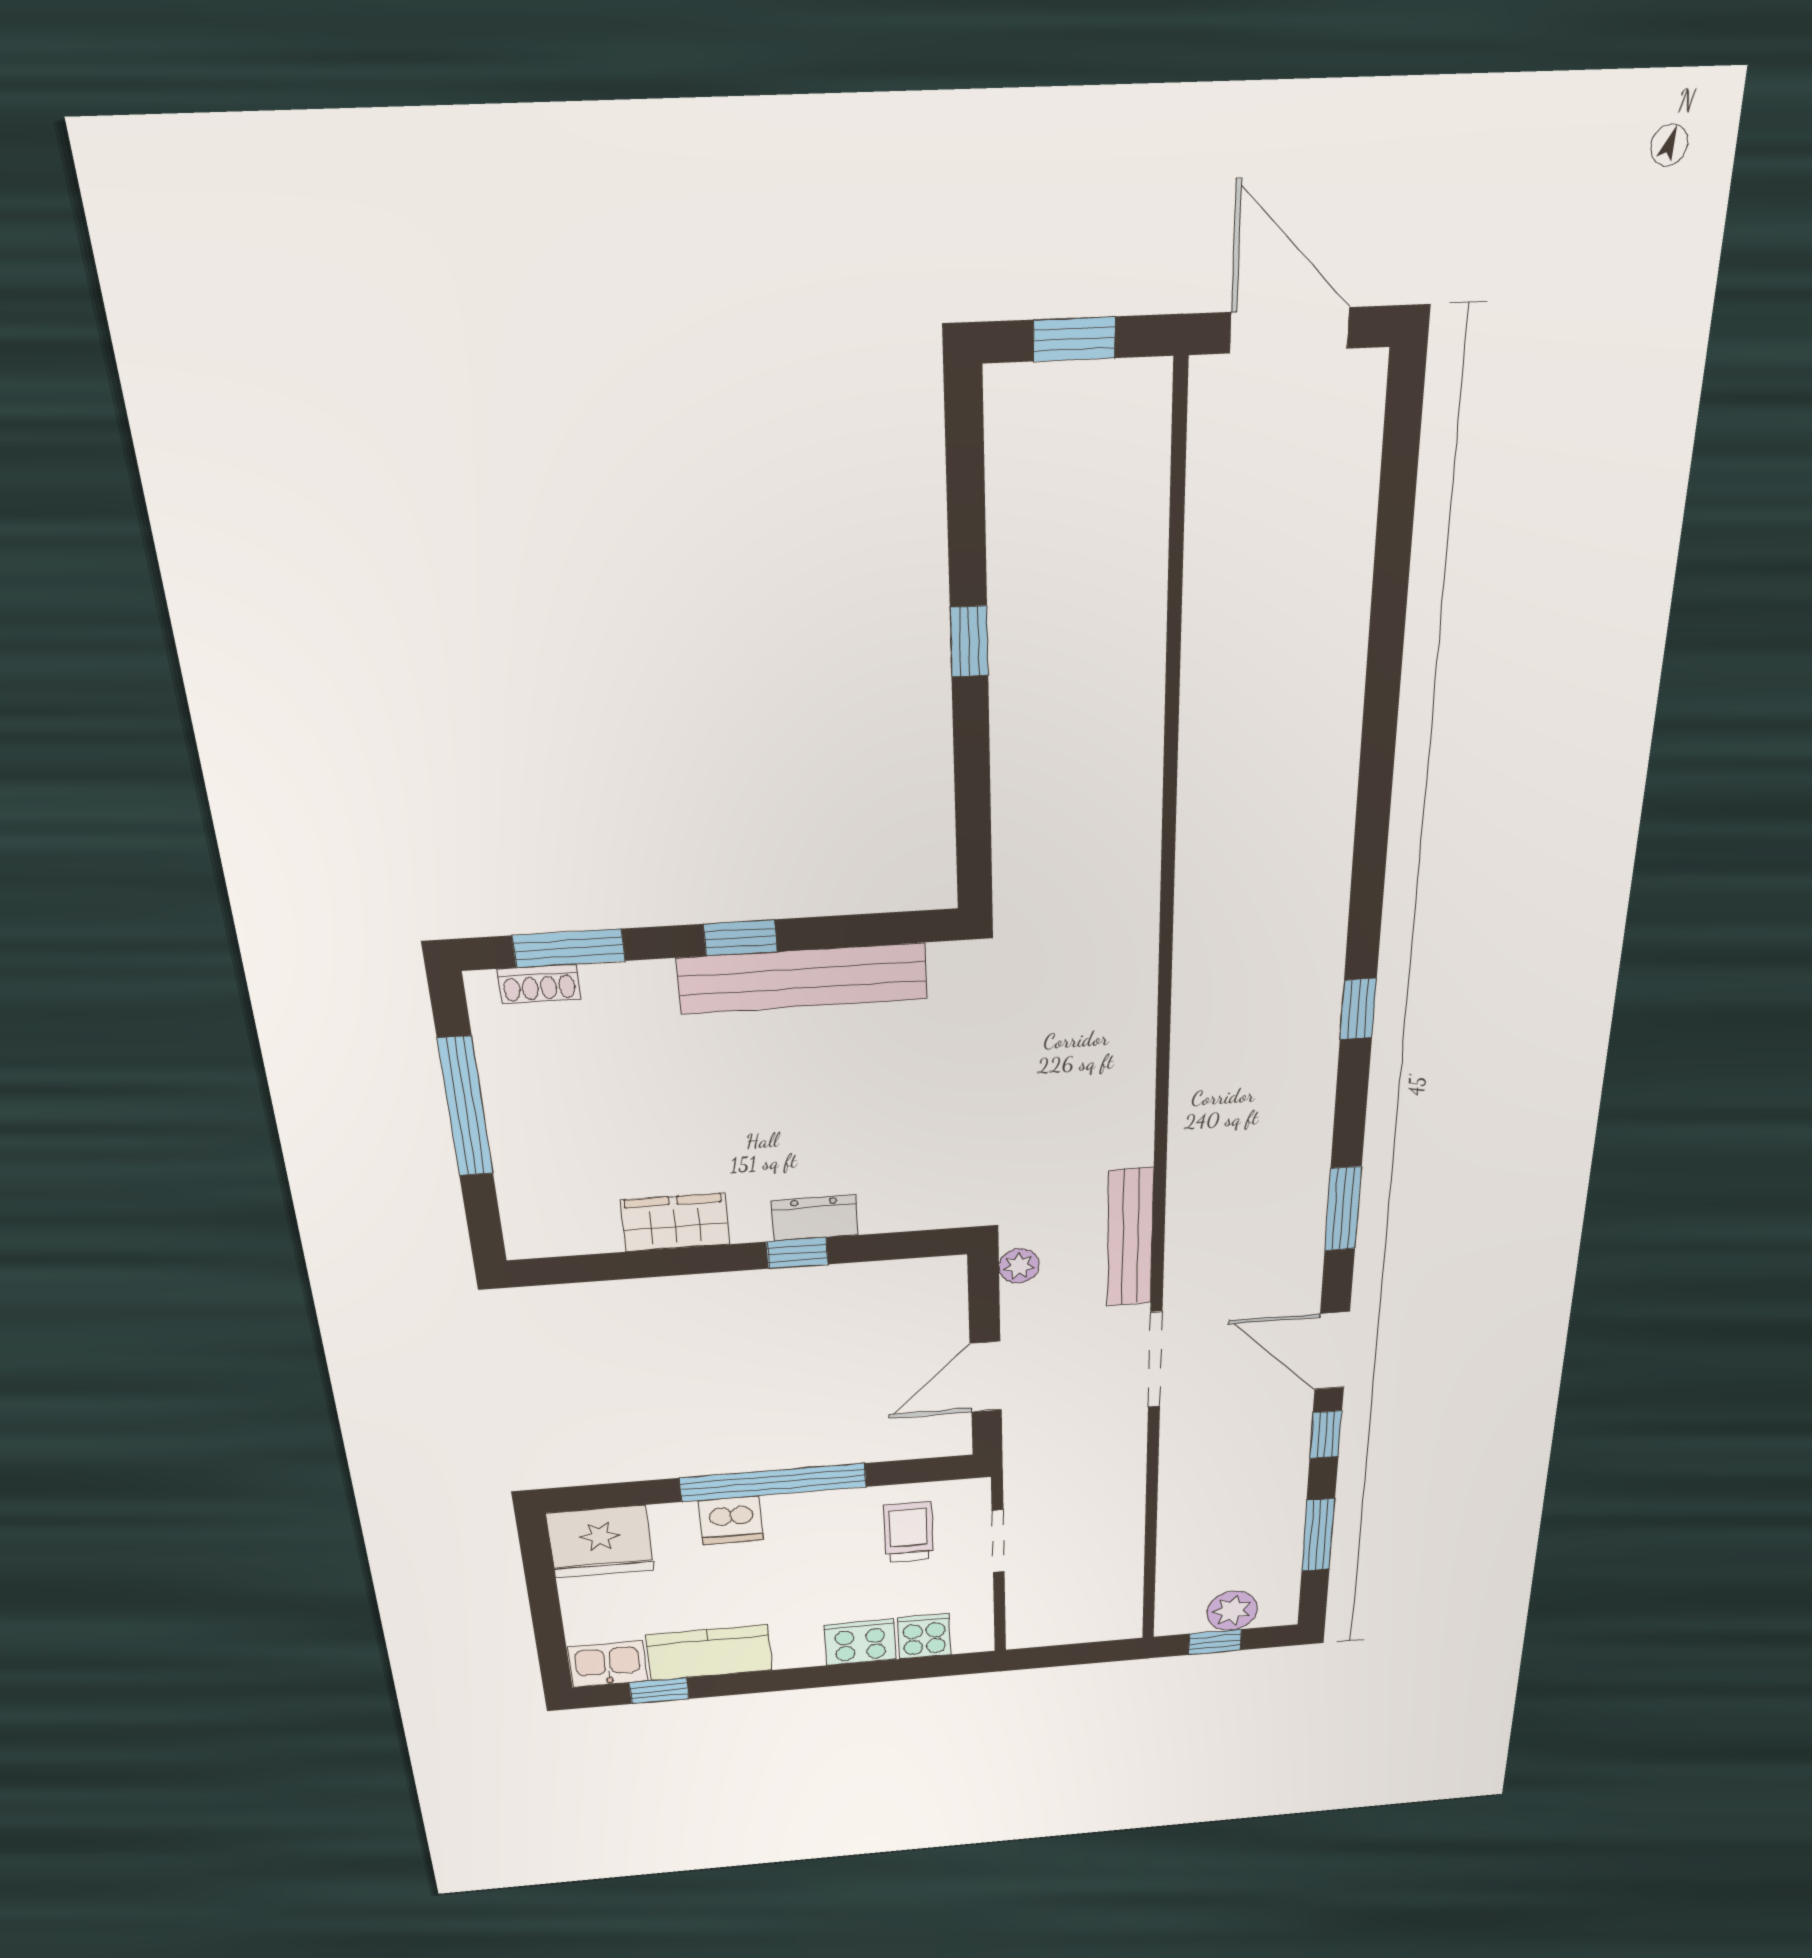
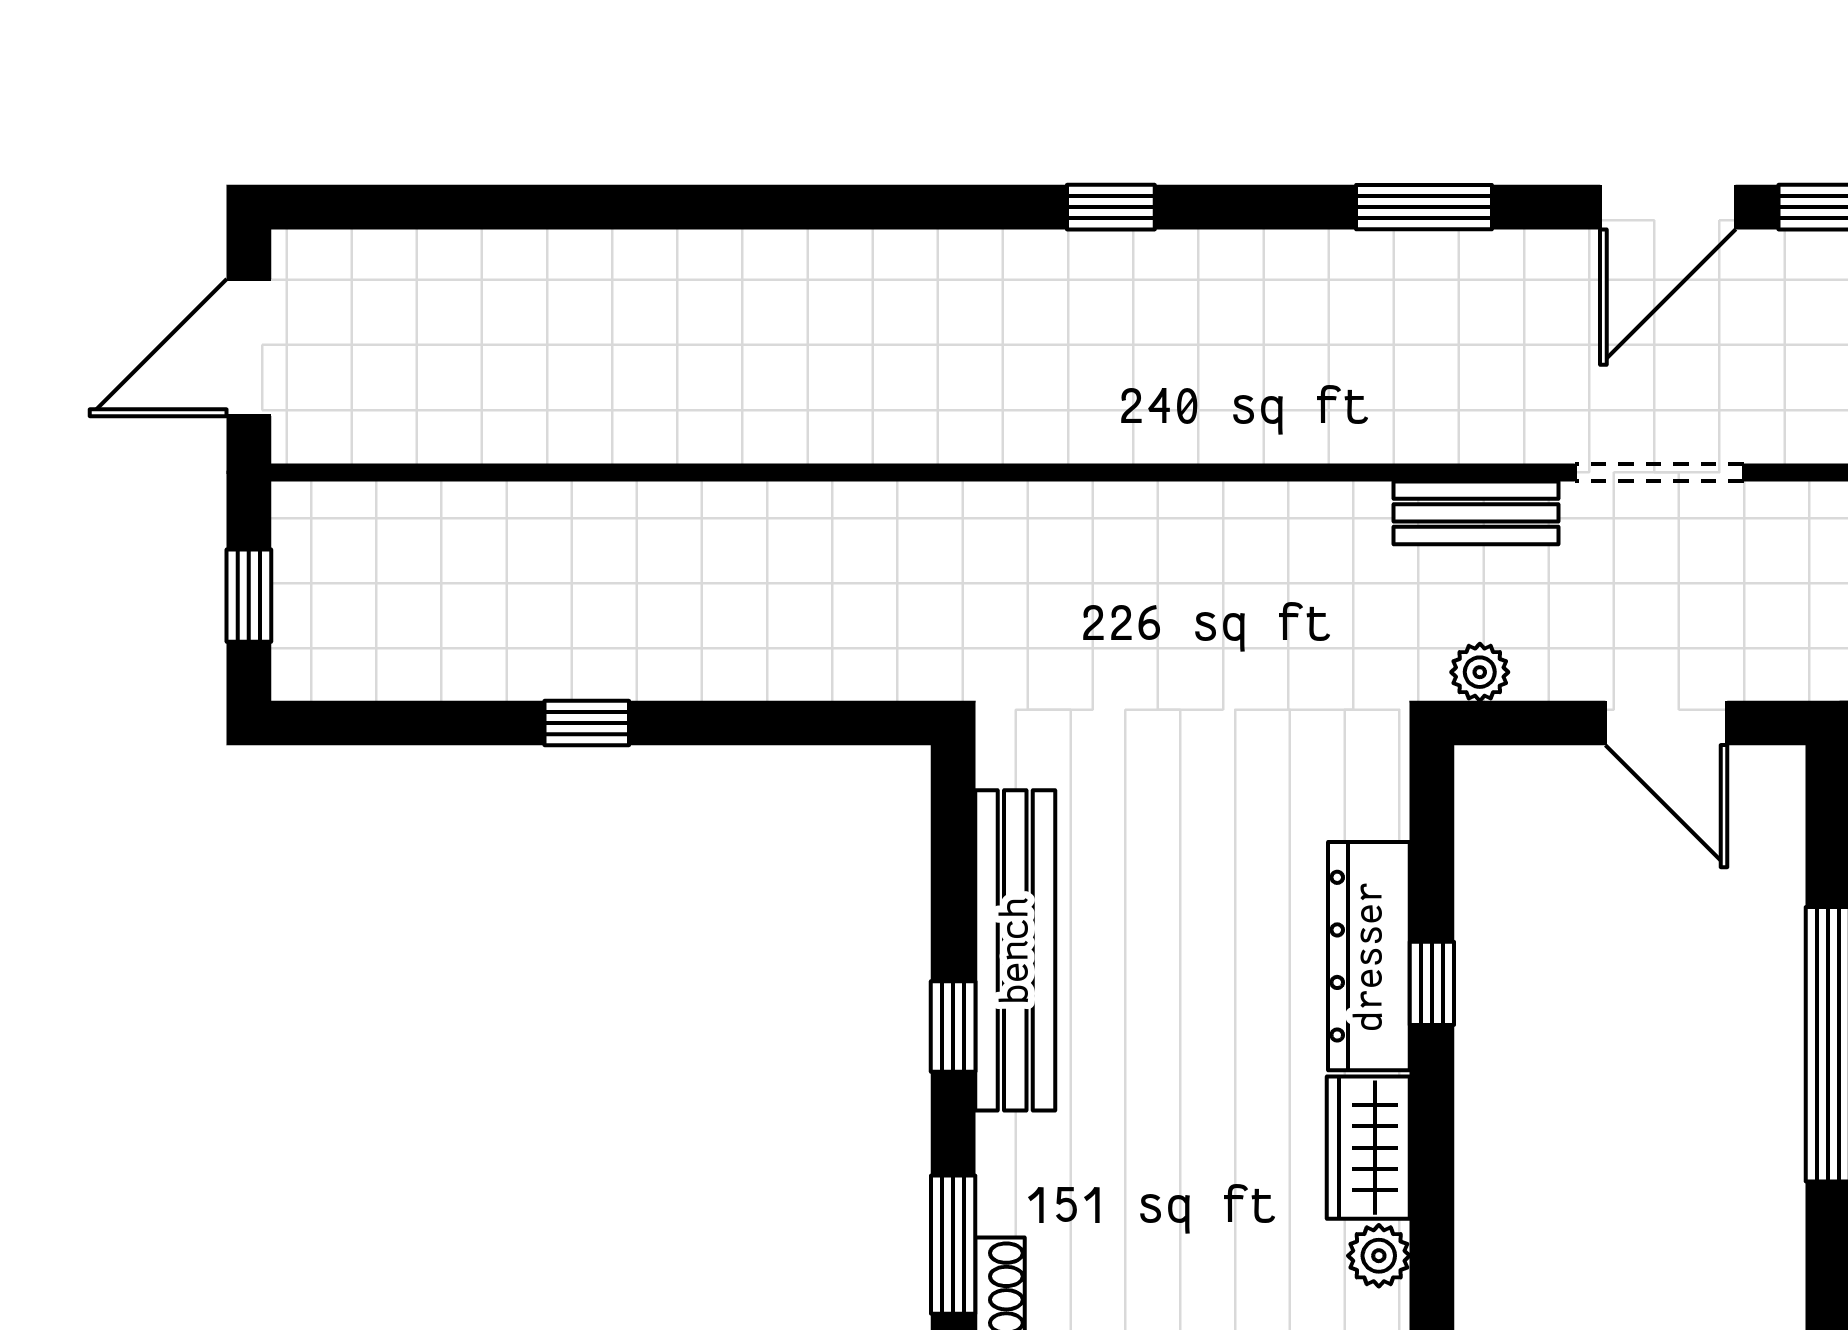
dresser: (815, 1218) -> (1369, 956), width x1.96, depth x1.24
plant: (597, 1235) -> (1379, 1256), added
bench: (1130, 1238) -> (1476, 513), width x0.73

